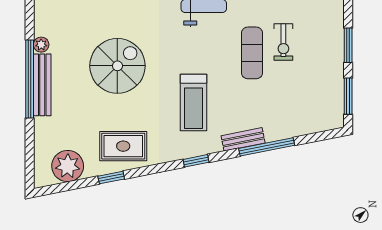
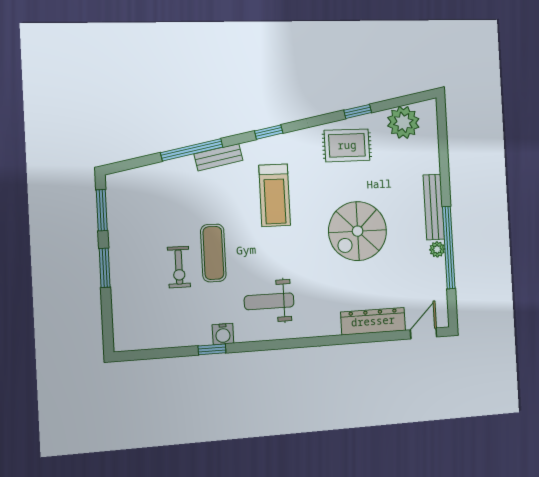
exercise bike: (283, 42) -> (179, 267), turned 180
window: (30, 79) -> (449, 248), moved
treadmill: (194, 103) -> (275, 195), turned 180

